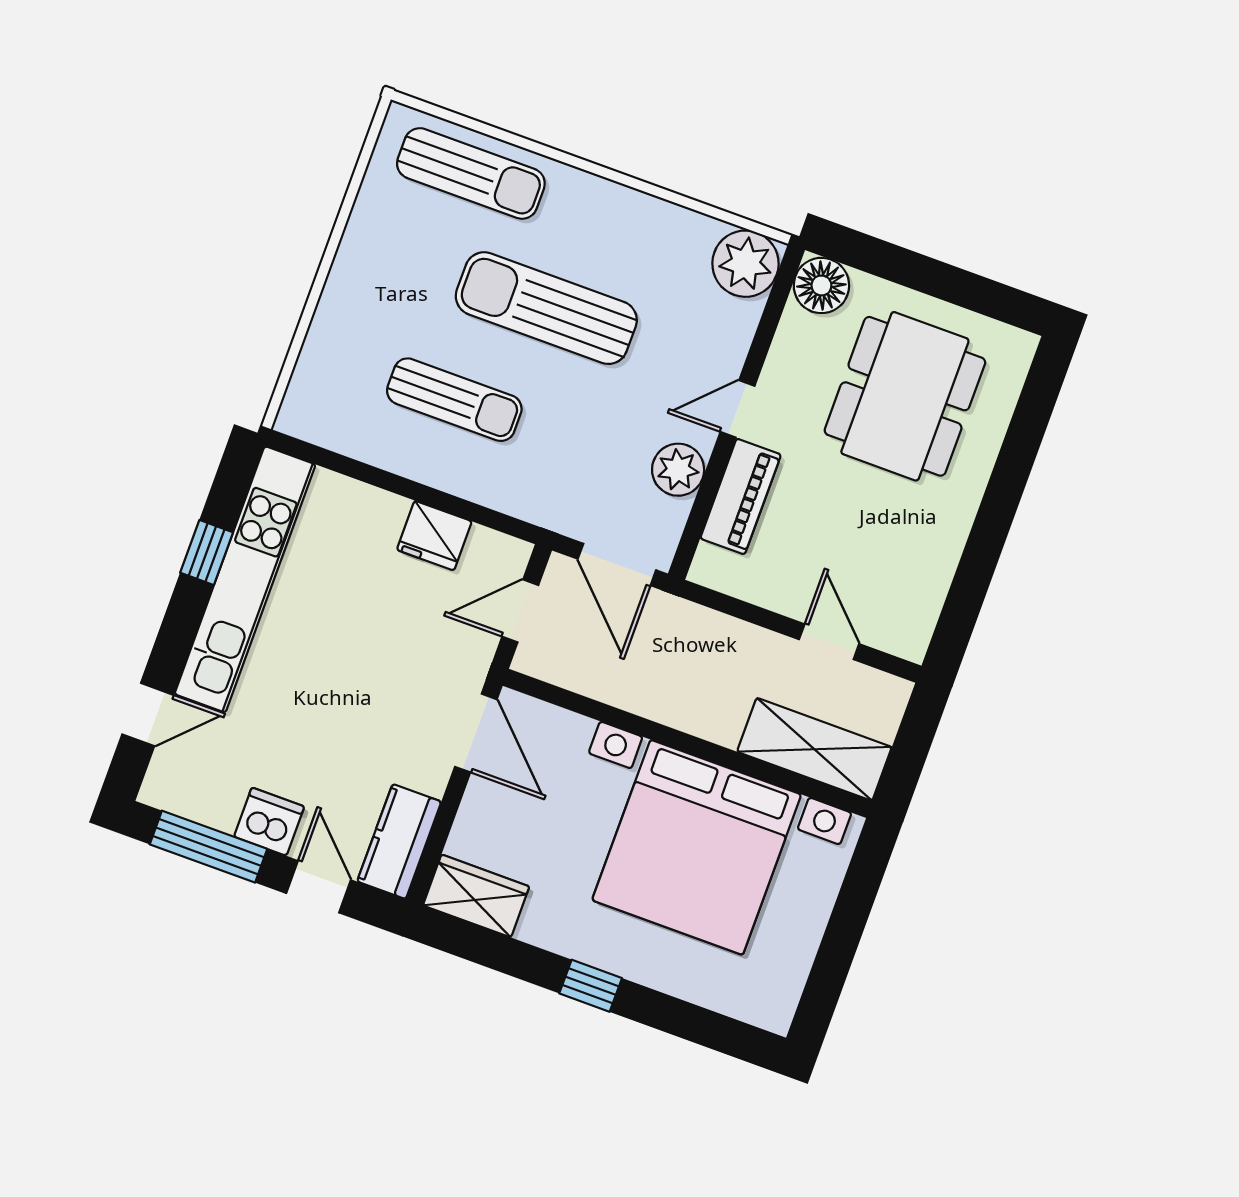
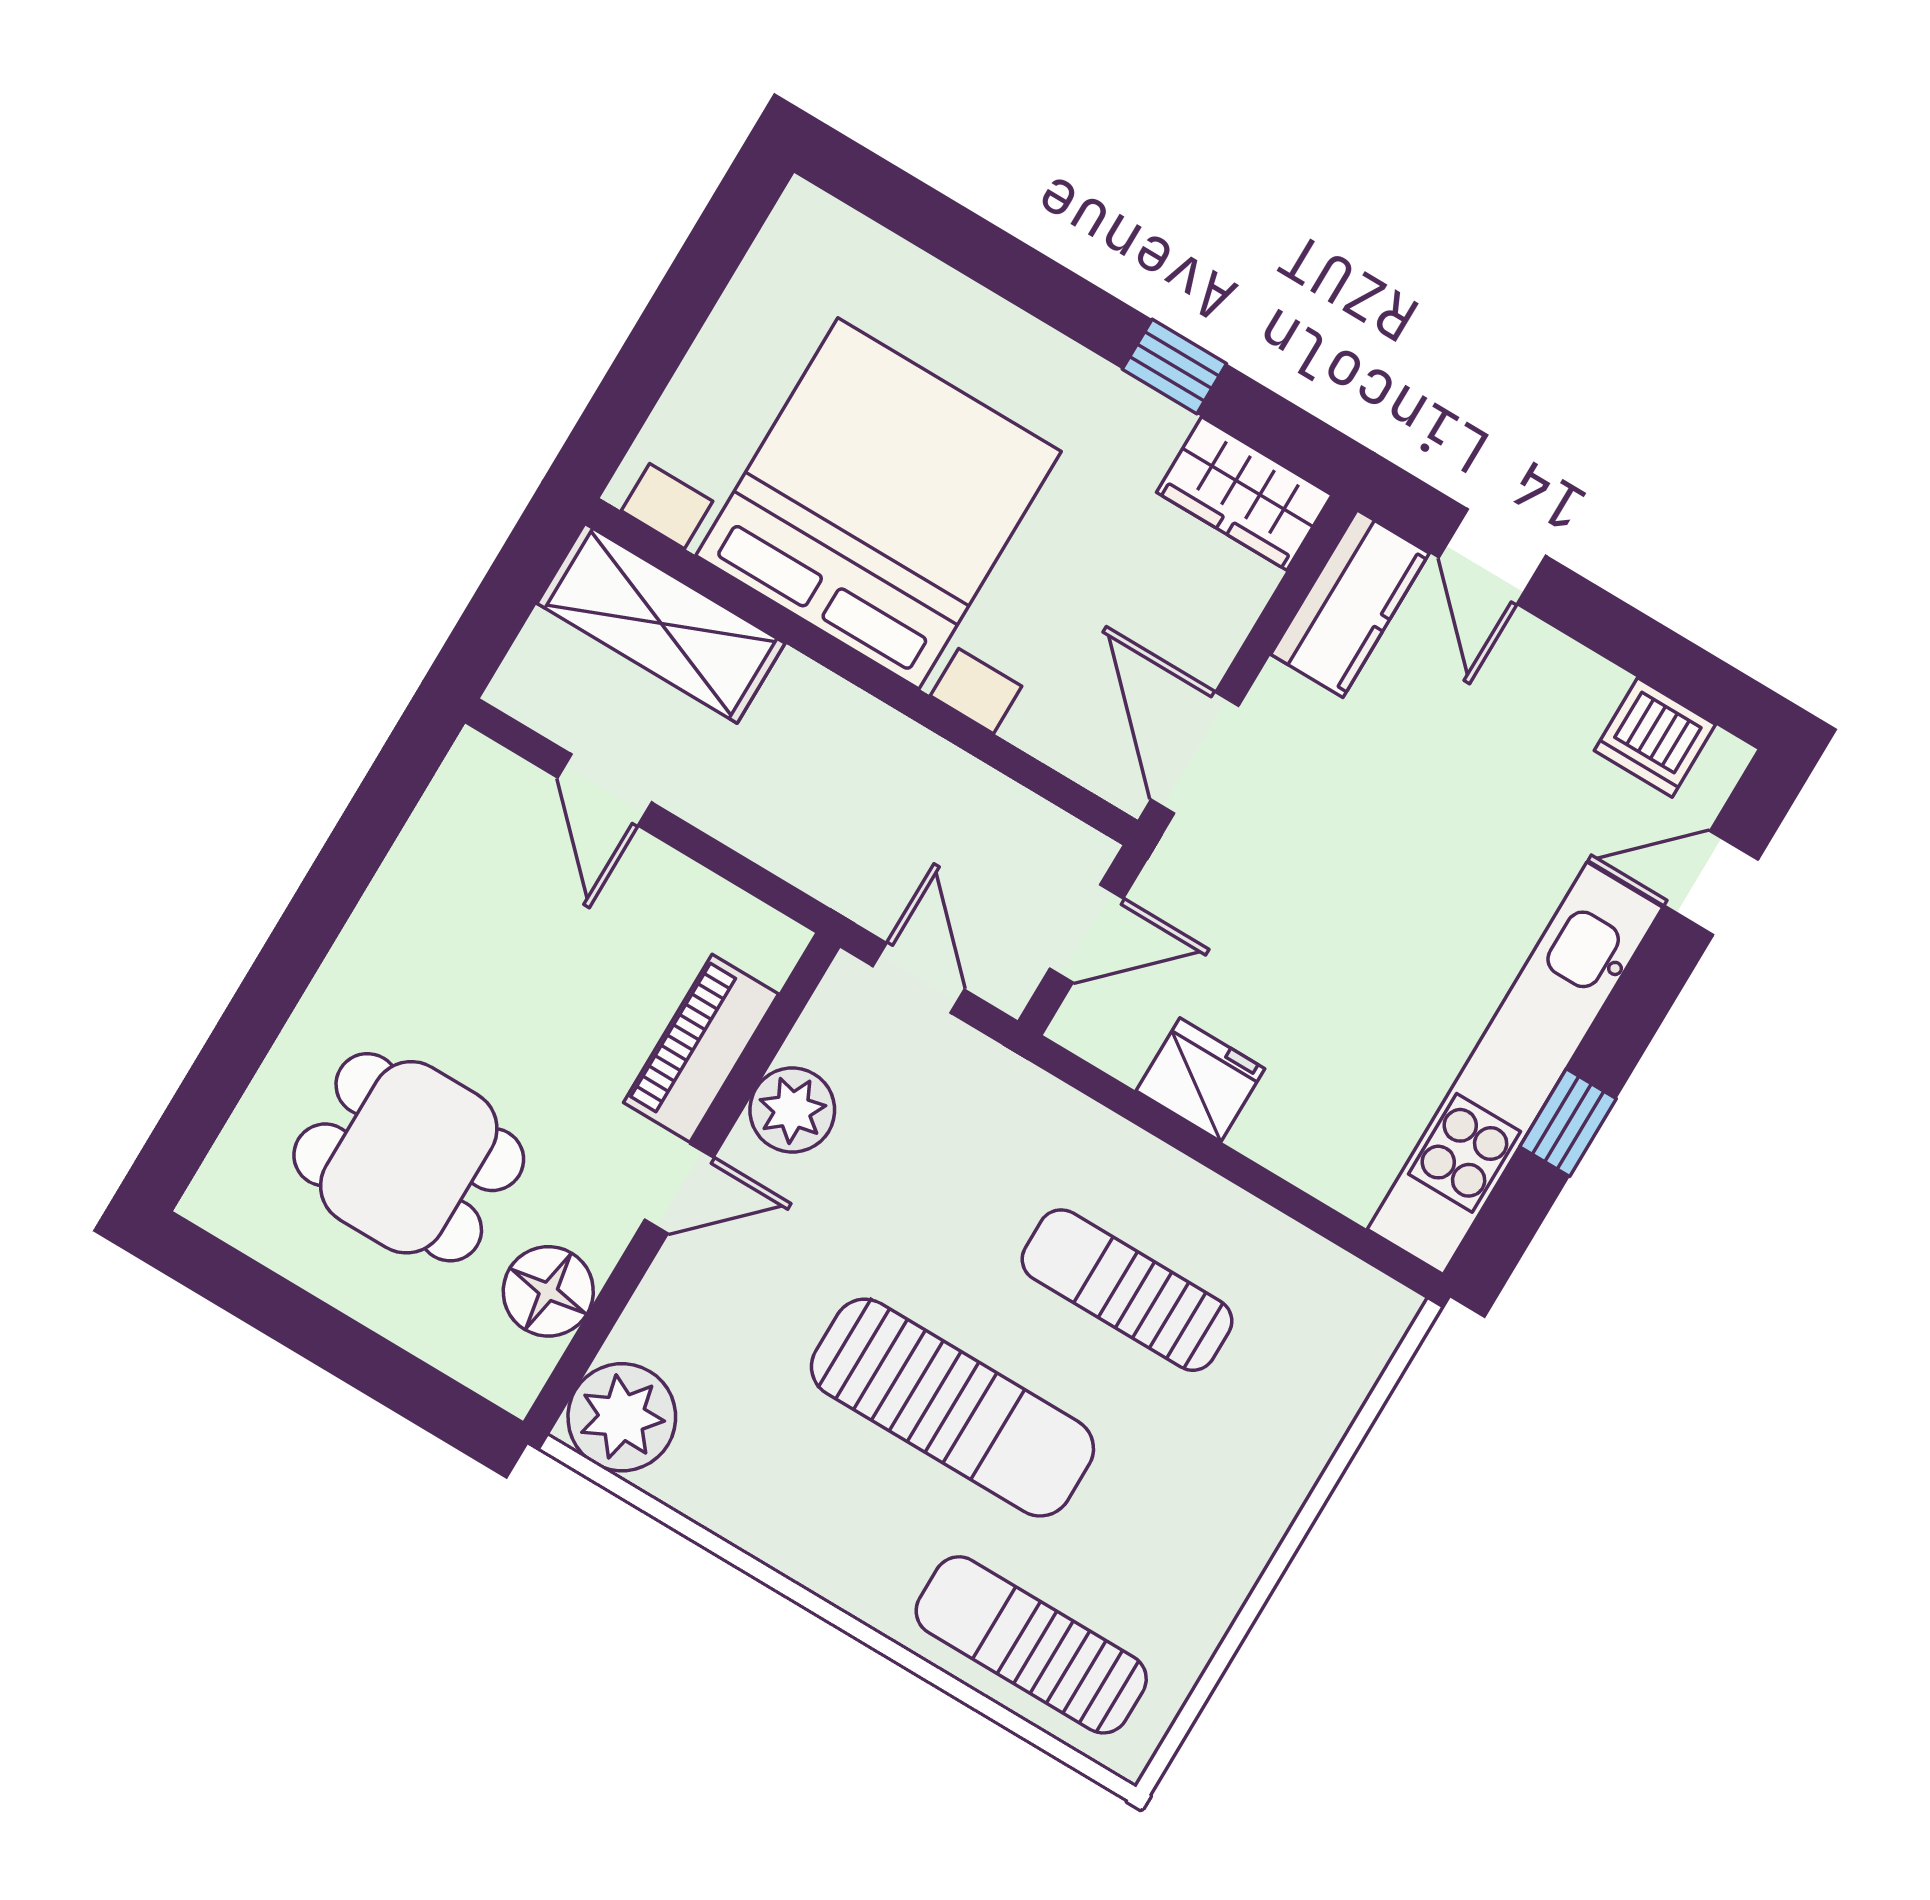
floor lamp: (821, 285) -> (548, 1291), moved
dining table: (905, 396) -> (409, 1157), width x0.73
door: (617, 565) -> (919, 978), width x0.73
dishwasher: (269, 822) -> (1655, 737), moved
window: (208, 847) -> (1655, 654), removed
window: (591, 986) -> (1174, 366), moved

